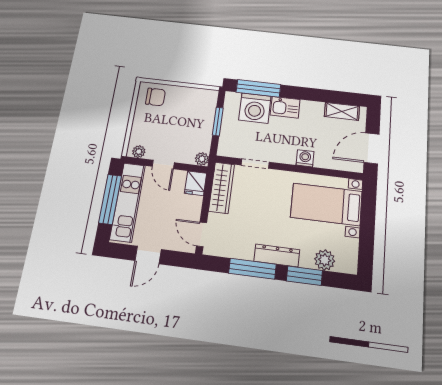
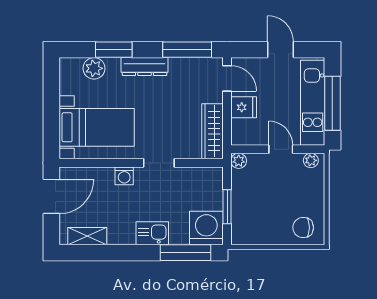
washing machine: (255, 108) -> (206, 228), moved
doorway: (255, 164) -> (159, 163), moved
fridge: (196, 183) -> (244, 107), moved, turned 90
door: (148, 255) -> (280, 50), hinge flipped
window: (252, 269) -> (187, 50), moved

